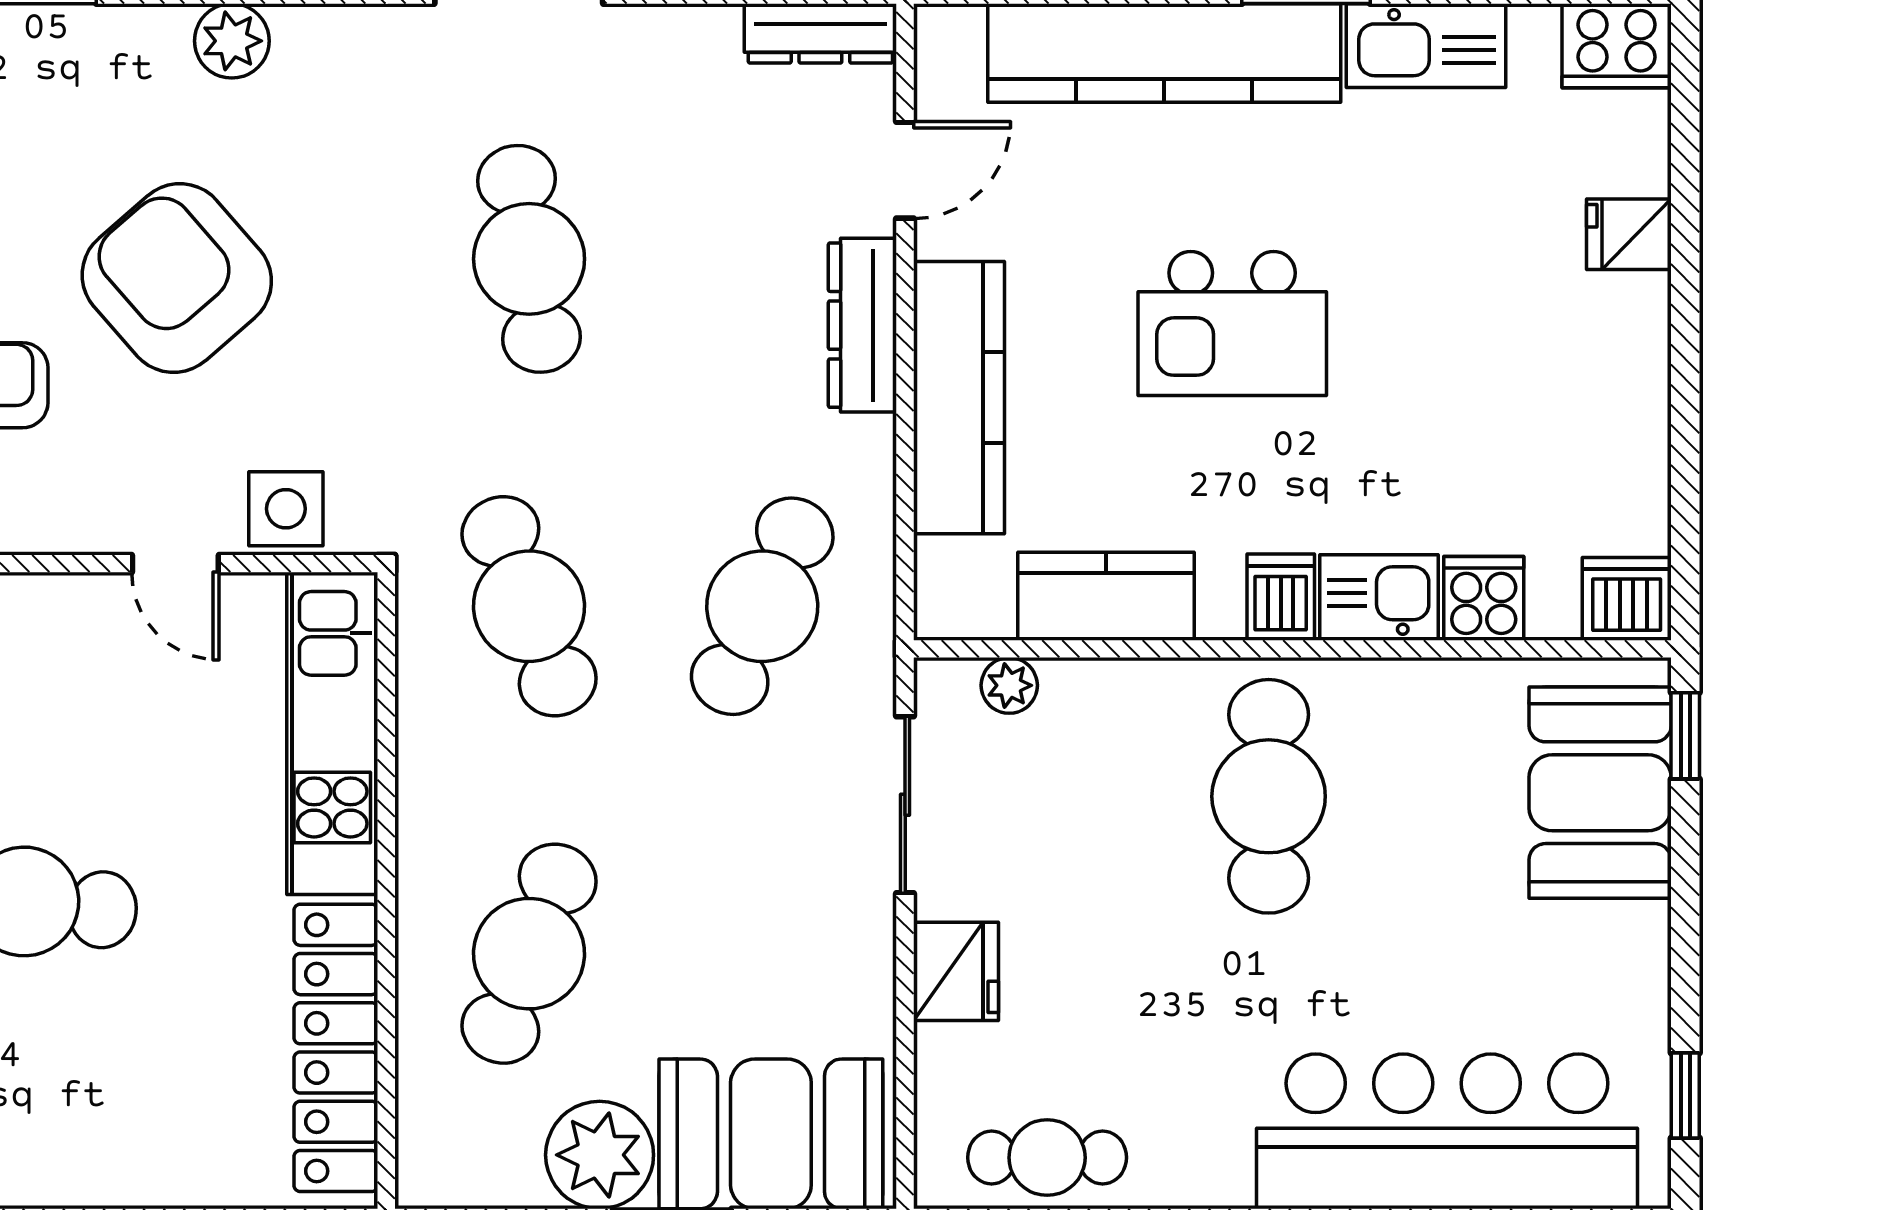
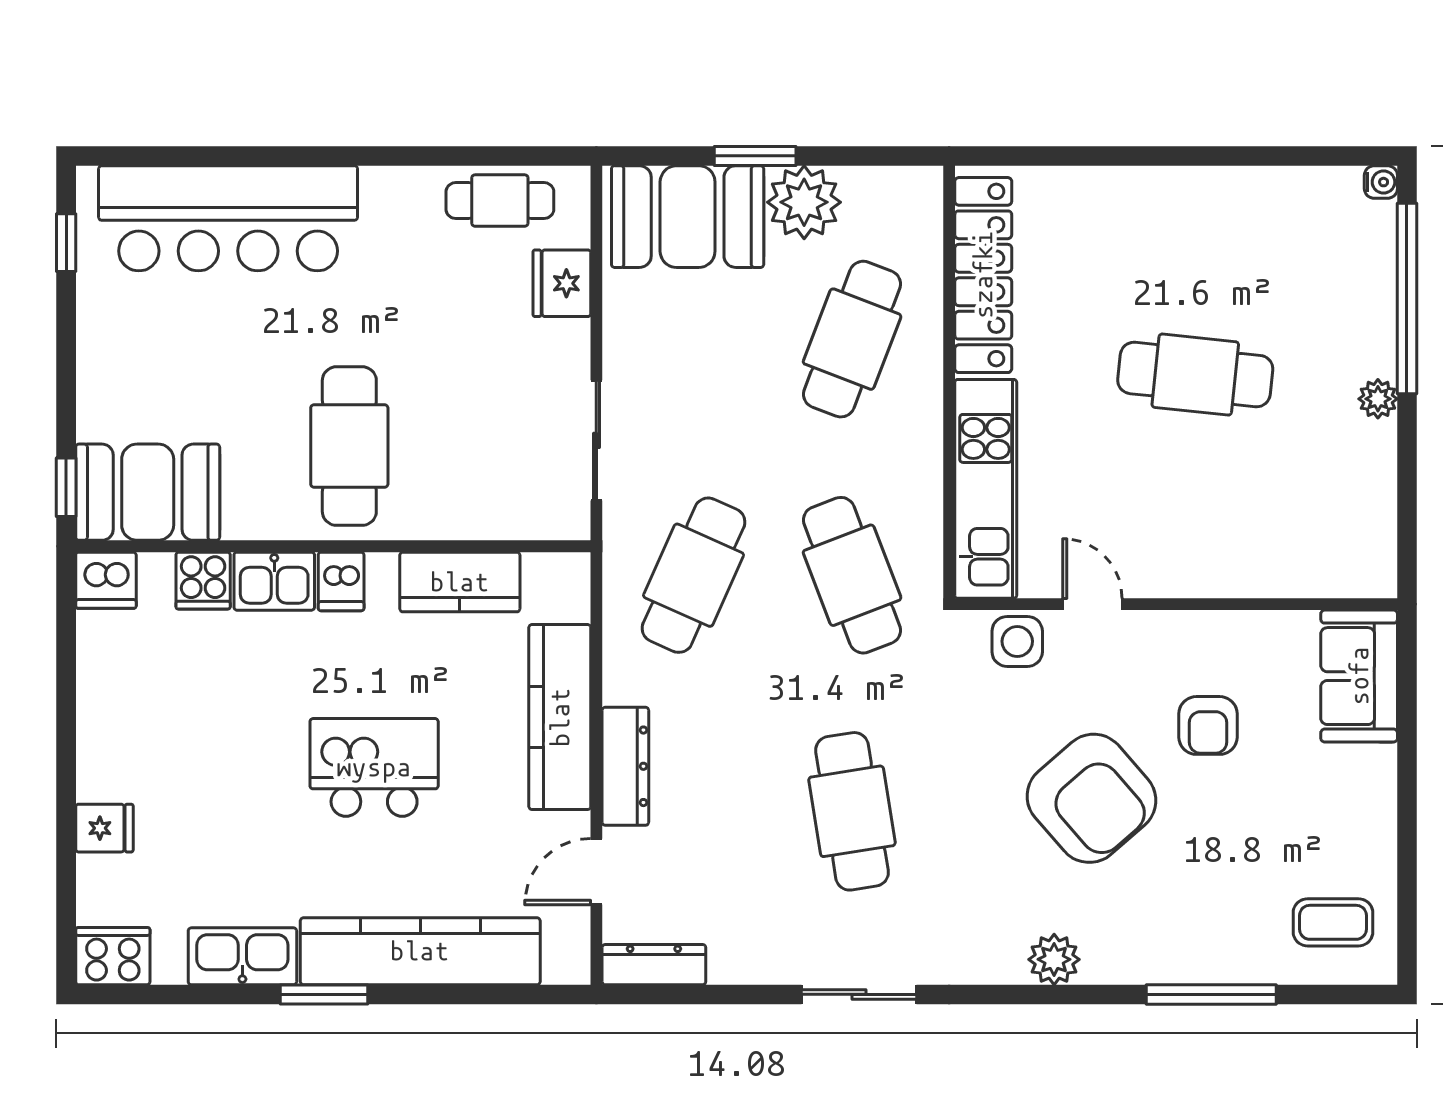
plant: (1009, 685) -> (526, 521), removed
booth: (1600, 793) -> (148, 492), moved, turned 90
fridge: (956, 971) -> (562, 283), moved

